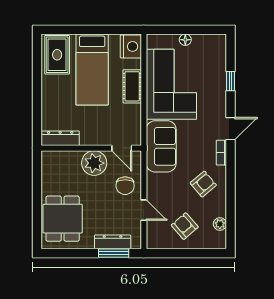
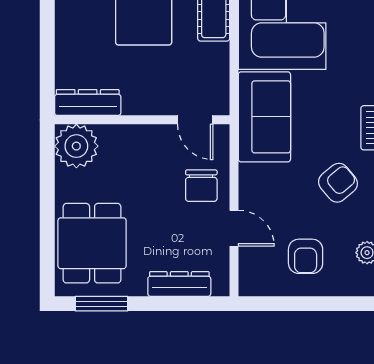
plant: (94, 163) -> (76, 146), moved
armchair: (185, 226) -> (306, 256), turned -139
window: (114, 253) -> (102, 304), moved

